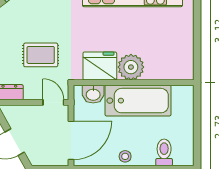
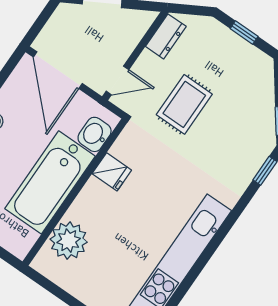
fridge: (100, 66) -> (112, 172), width x0.53, depth x0.75
plant: (131, 67) -> (69, 241), moved

